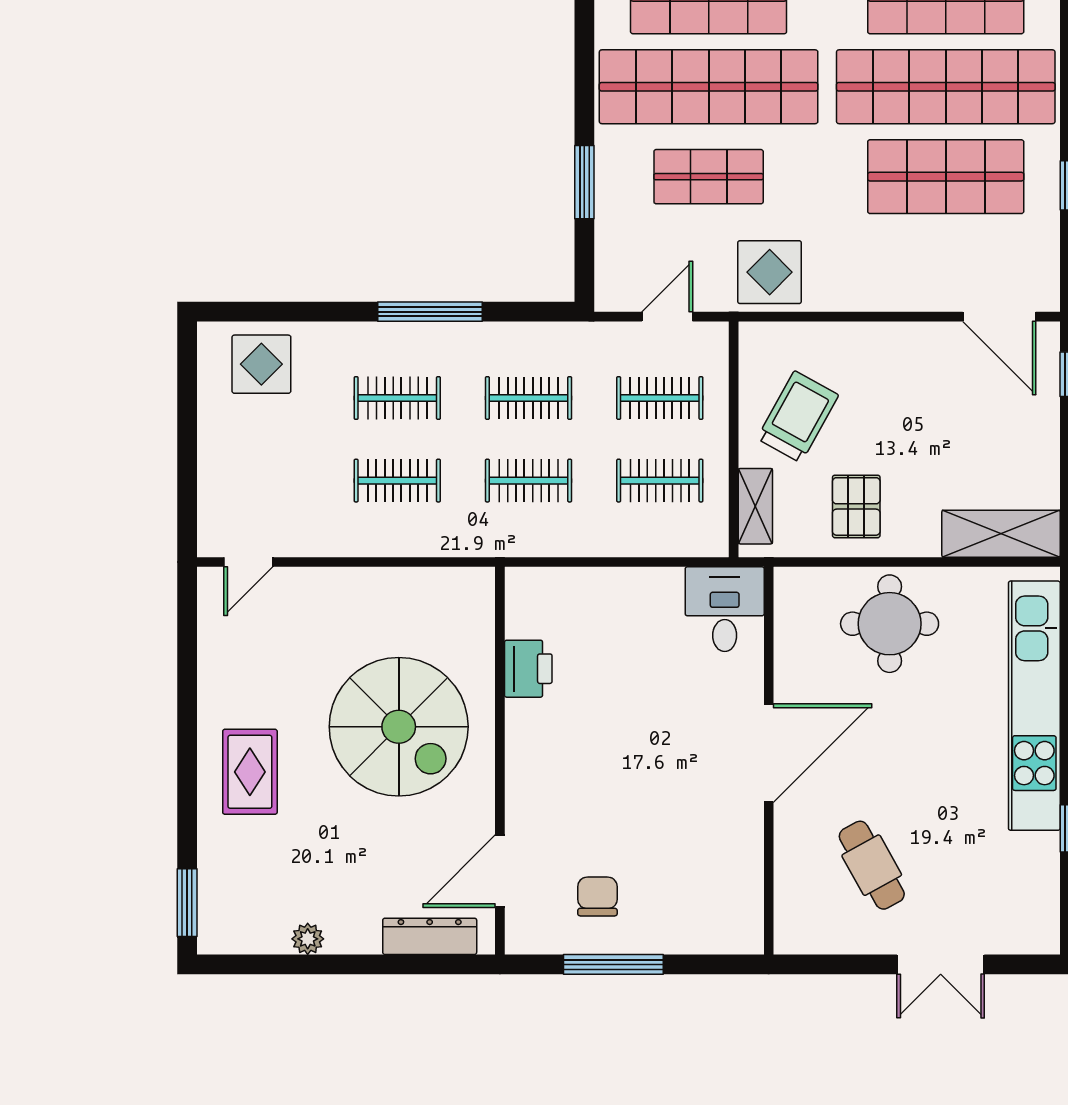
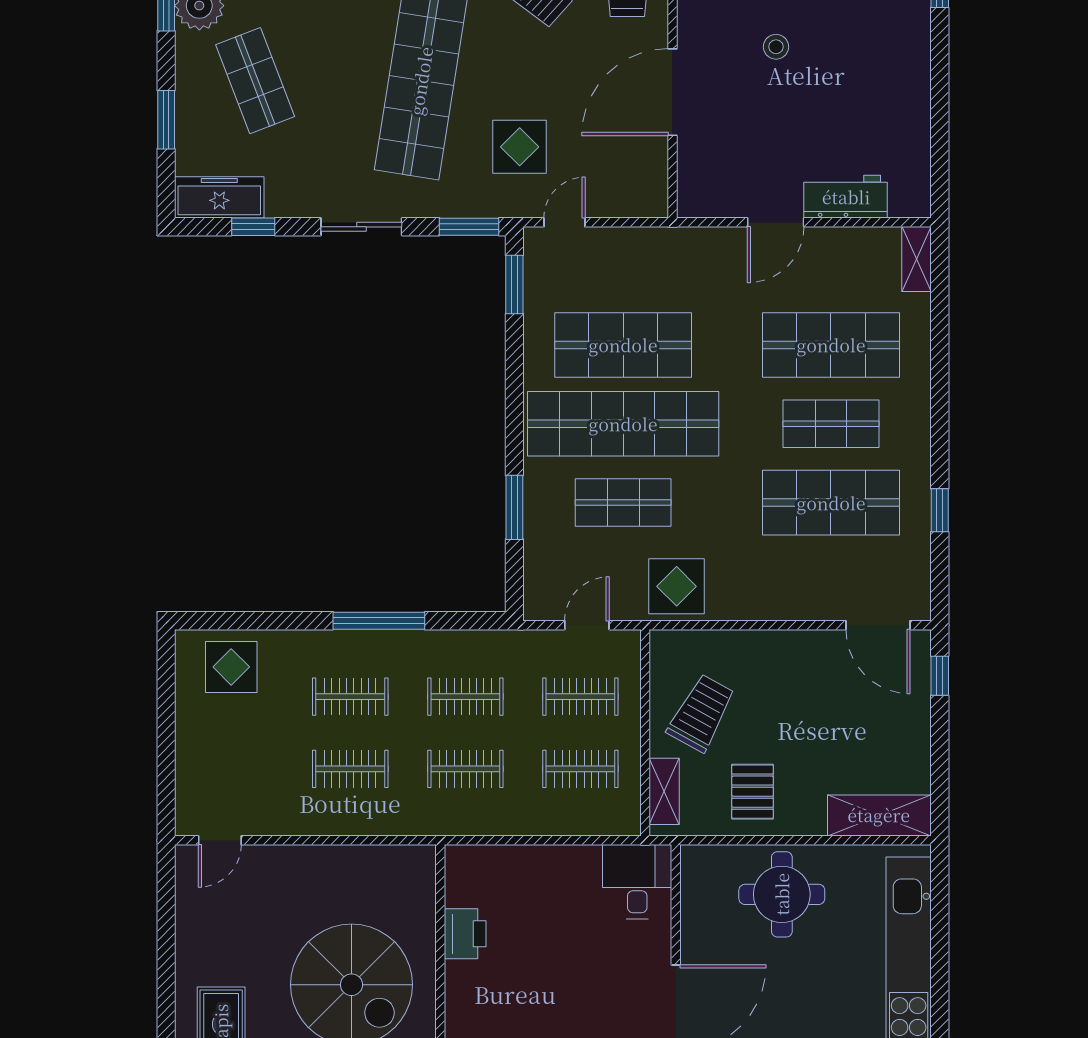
shop shelf: (946, 87) -> (831, 424), width x0.50, depth x0.74

